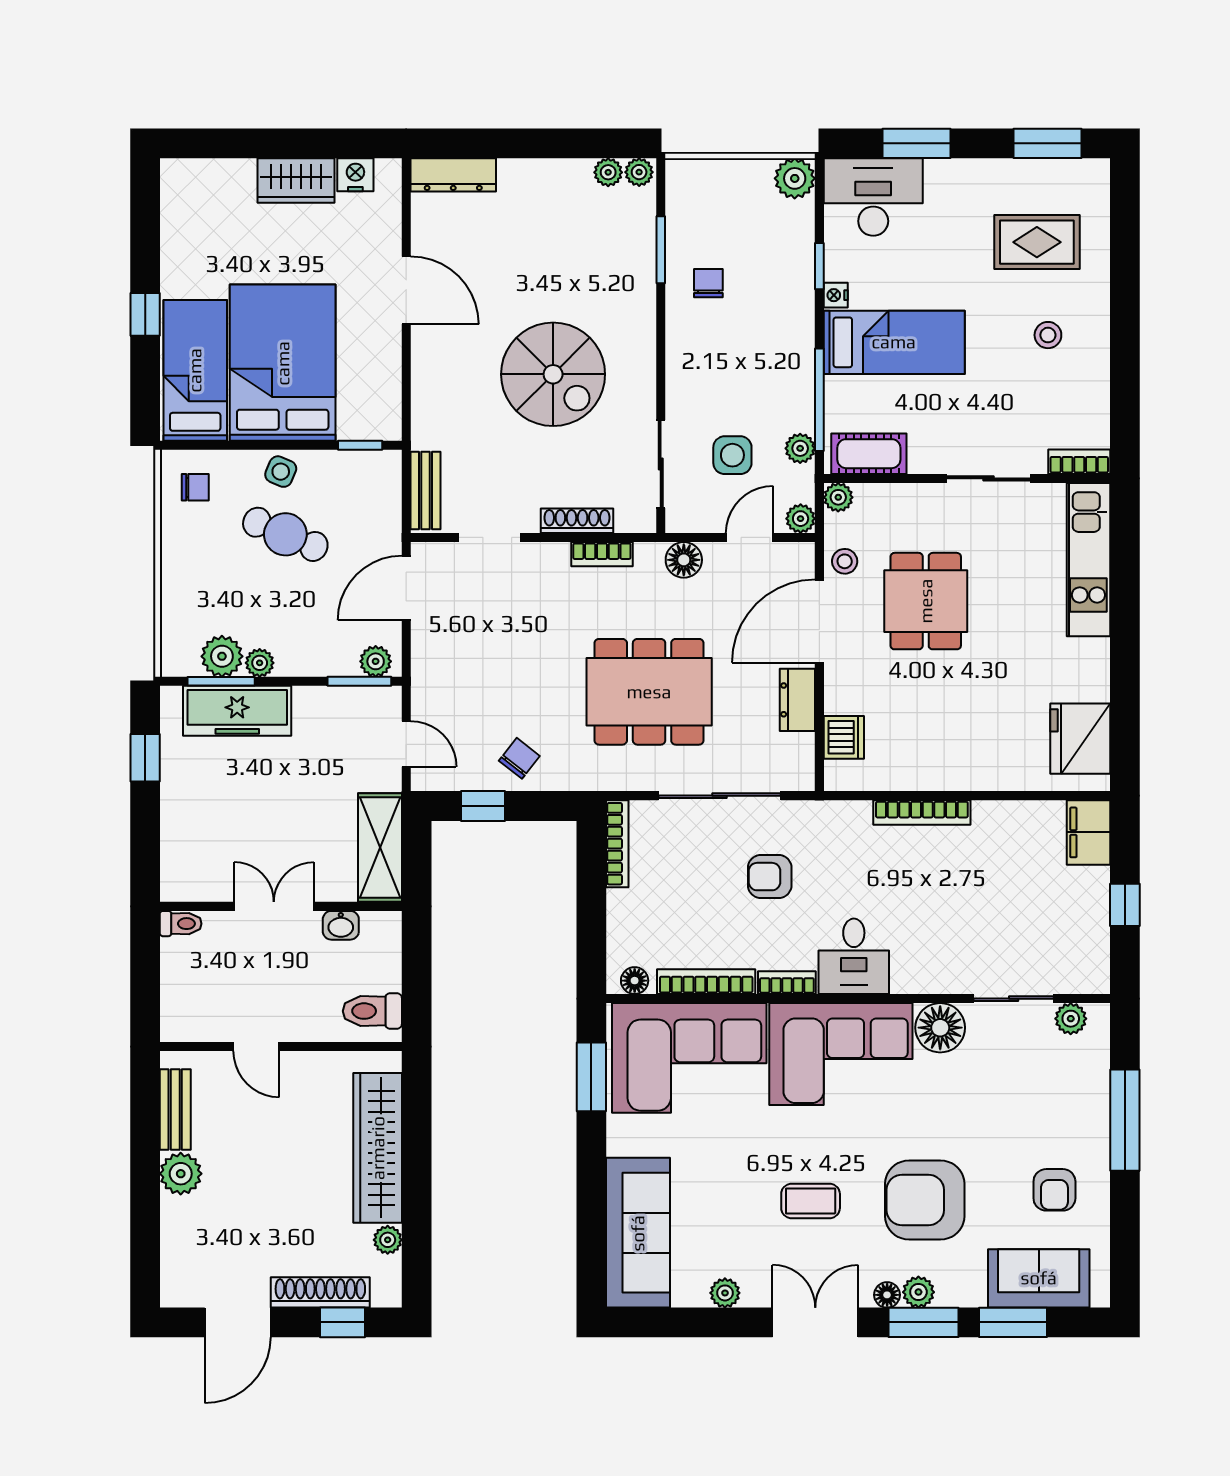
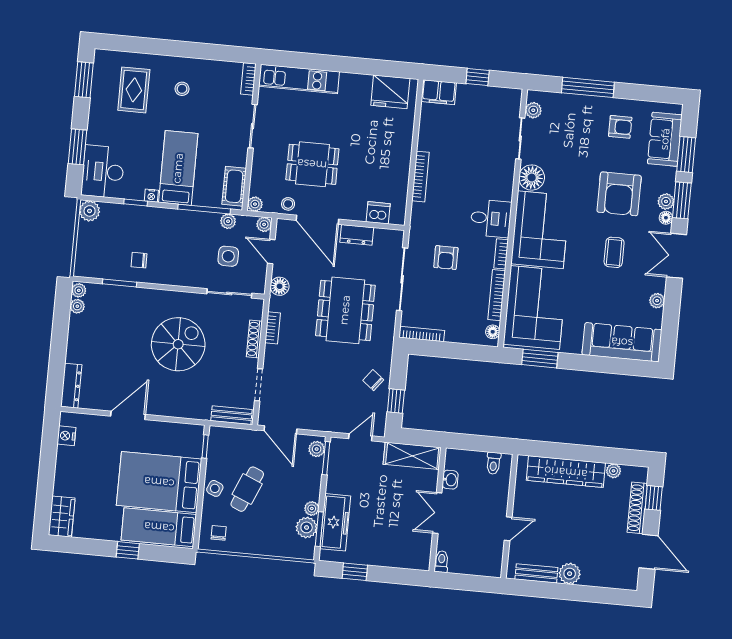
wardrobe: (296, 181) -> (62, 517), moved
toilet: (372, 1011) -> (493, 463), width x0.73, depth x0.72

